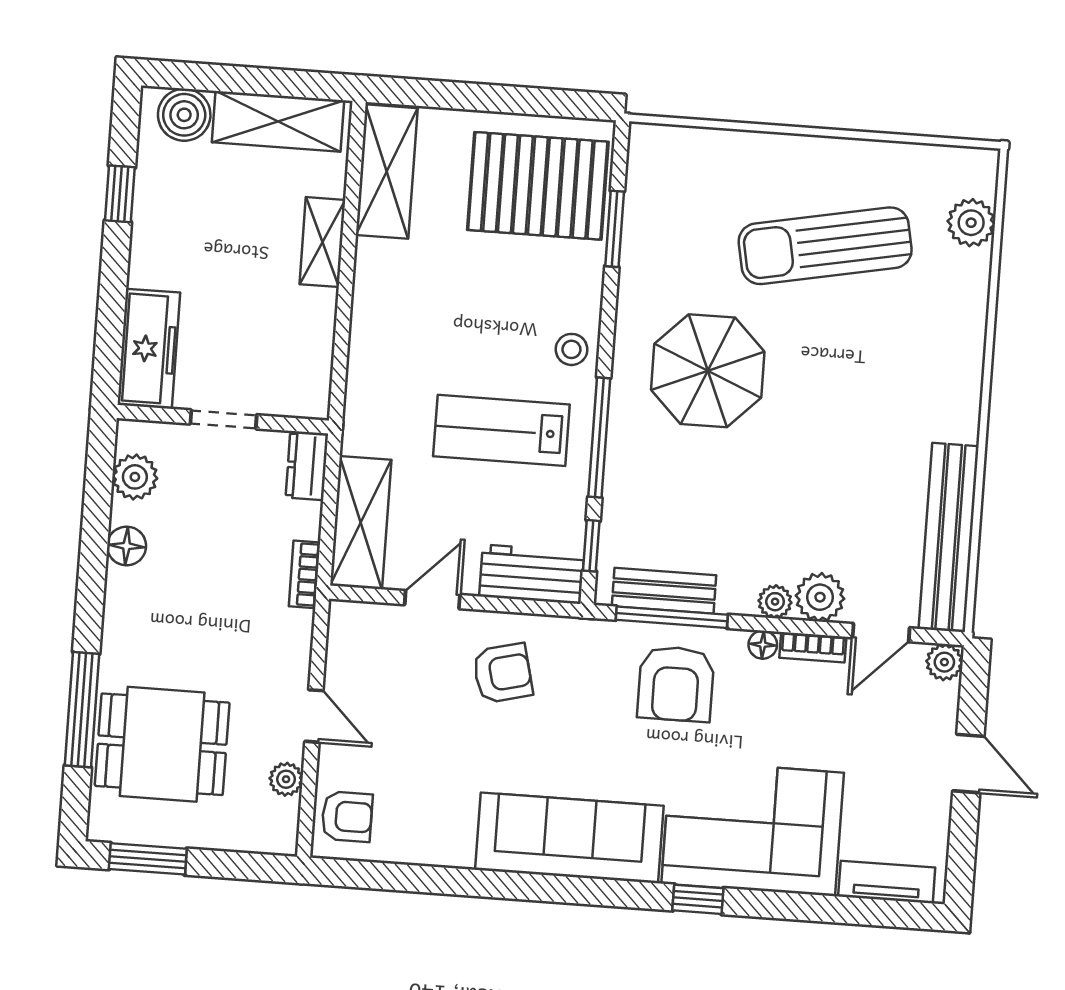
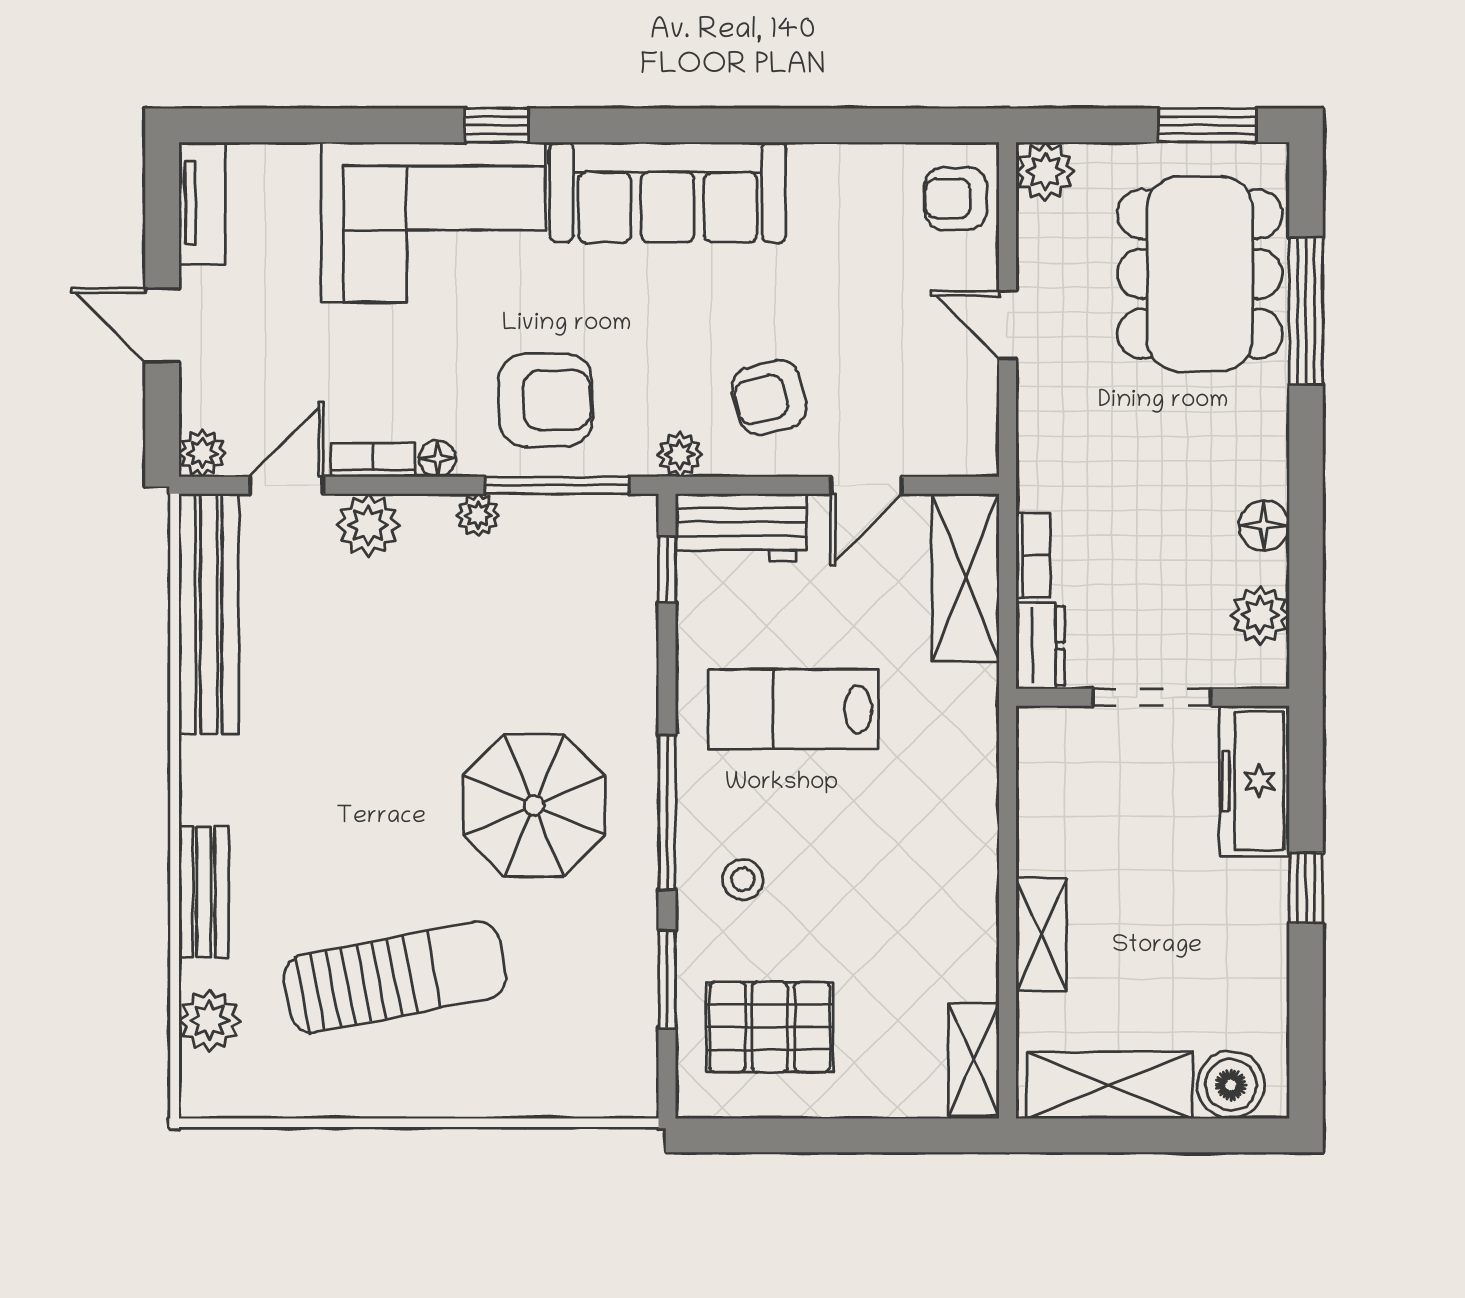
shelving: (387, 172) -> (974, 1059), width x0.67, depth x0.75
pallet: (538, 186) -> (770, 1027), width x0.73, depth x0.71
window: (120, 194) -> (1306, 888), moved
stool: (571, 349) -> (743, 880), moved
doorway: (223, 419) -> (1152, 697), width x1.38
lab bench: (501, 430) -> (793, 709), turned 180
window: (599, 437) -> (667, 812), moved
bookcase: (305, 574) -> (1033, 555), moved
bench: (664, 591) -> (204, 892), moved, turned 90
plant: (775, 602) -> (478, 515), moved
plant: (575, 634) -> (680, 454), added
armchair: (676, 684) -> (546, 400), turned 89
dining table: (162, 744) -> (1200, 274), width x1.38
plant: (286, 779) -> (1045, 172), moved, width x1.38, depth x1.38
tv unit: (887, 882) -> (202, 203), moved, turned -90

